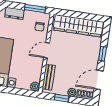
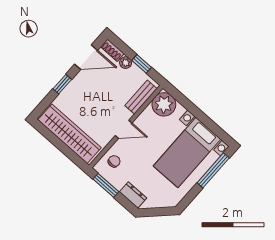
plant: (35, 86) -> (164, 104), width x1.87, depth x1.87

